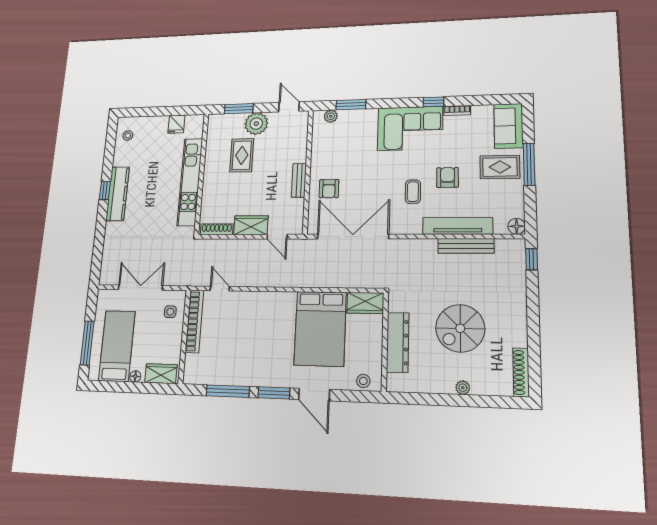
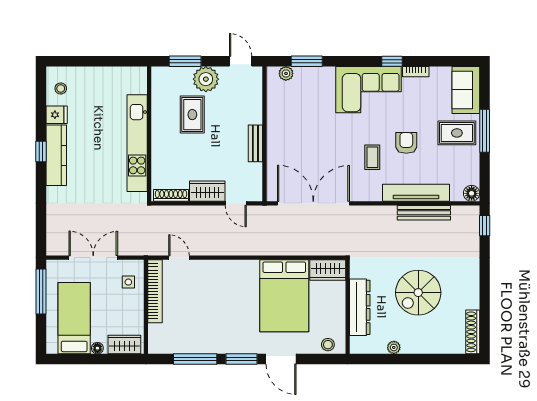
fridge: (176, 124) -> (57, 115), moved, turned -90
armchair: (329, 189) -> (287, 153), removed
window: (87, 343) -> (41, 292), moved
plant: (463, 388) -> (394, 347), moved

